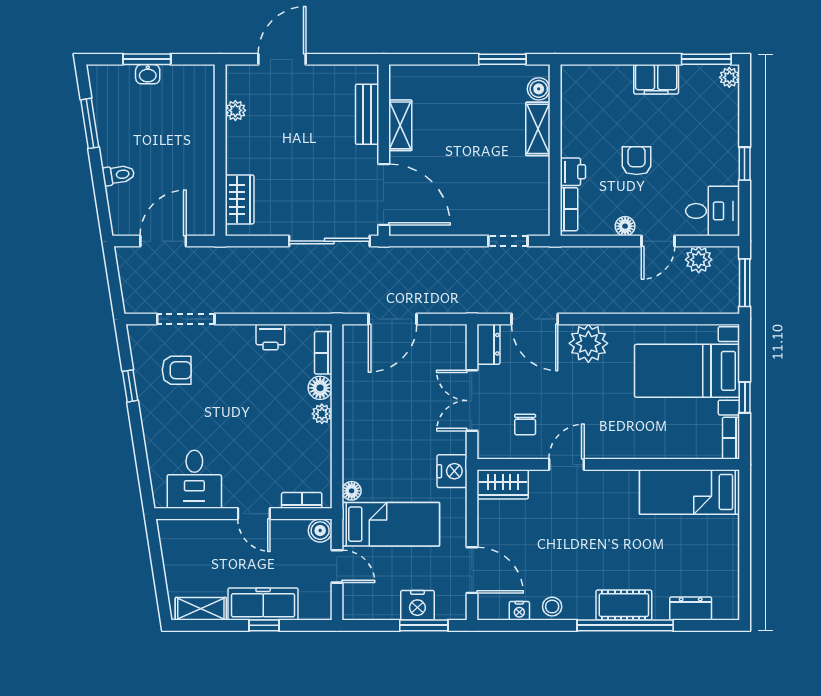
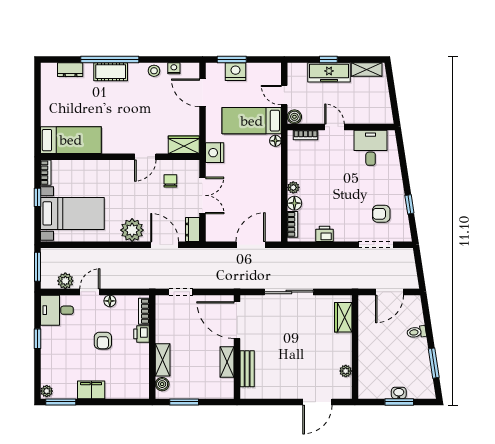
bench: (367, 114) -> (247, 369), moved
shelving: (400, 125) -> (227, 362), moved
wall: (384, 150) -> (237, 347), moved
door: (384, 195) -> (237, 320), moved

